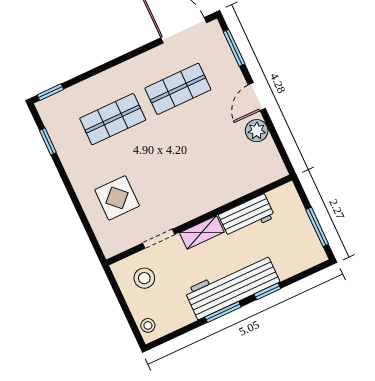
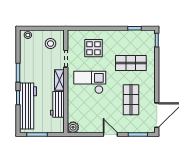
shop shelf: (113, 119) -> (131, 63), turned 90
plant: (257, 131) -> (73, 127), moved
checkout: (181, 177) -> (90, 82), added
workbench: (232, 286) -> (28, 106), moved

